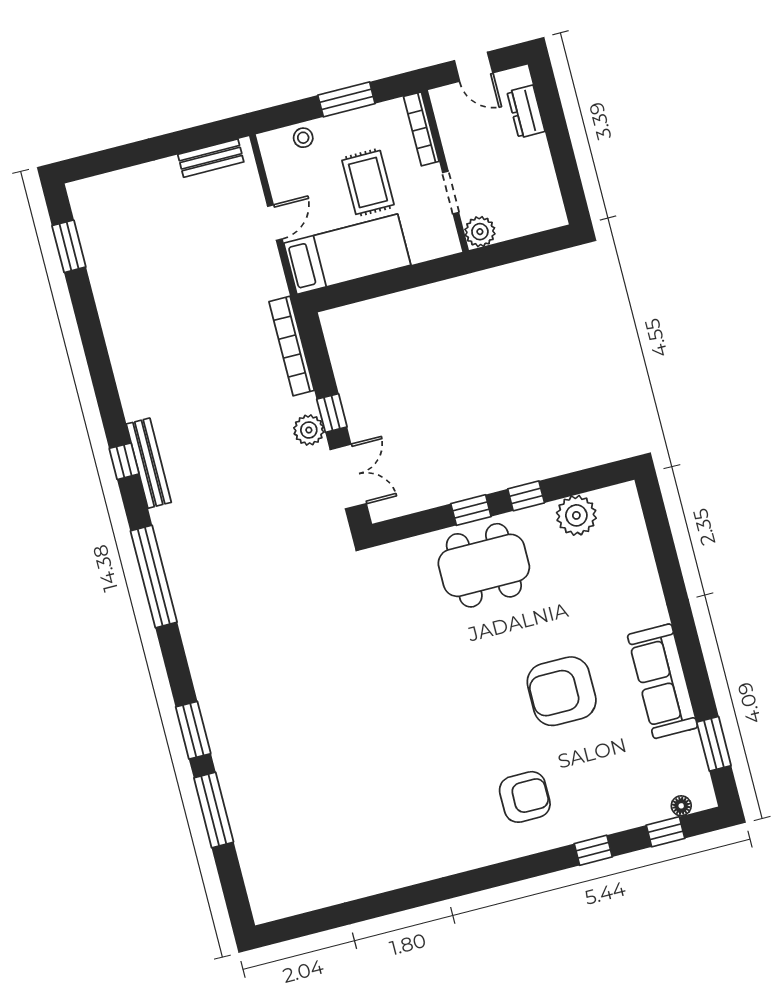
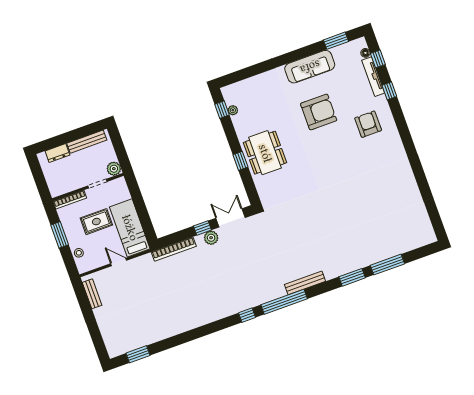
door: (474, 67) -> (39, 179), removed
bench: (545, 178) -> (87, 142), added
window: (124, 461) -> (247, 315), moved
bench: (149, 463) -> (305, 283), moved
window: (526, 496) -> (222, 110), moved
plant: (576, 515) -> (233, 110), width x0.53, depth x0.53
armchair: (562, 691) -> (319, 112), turned -90
tv unit: (628, 818) -> (373, 77), added

